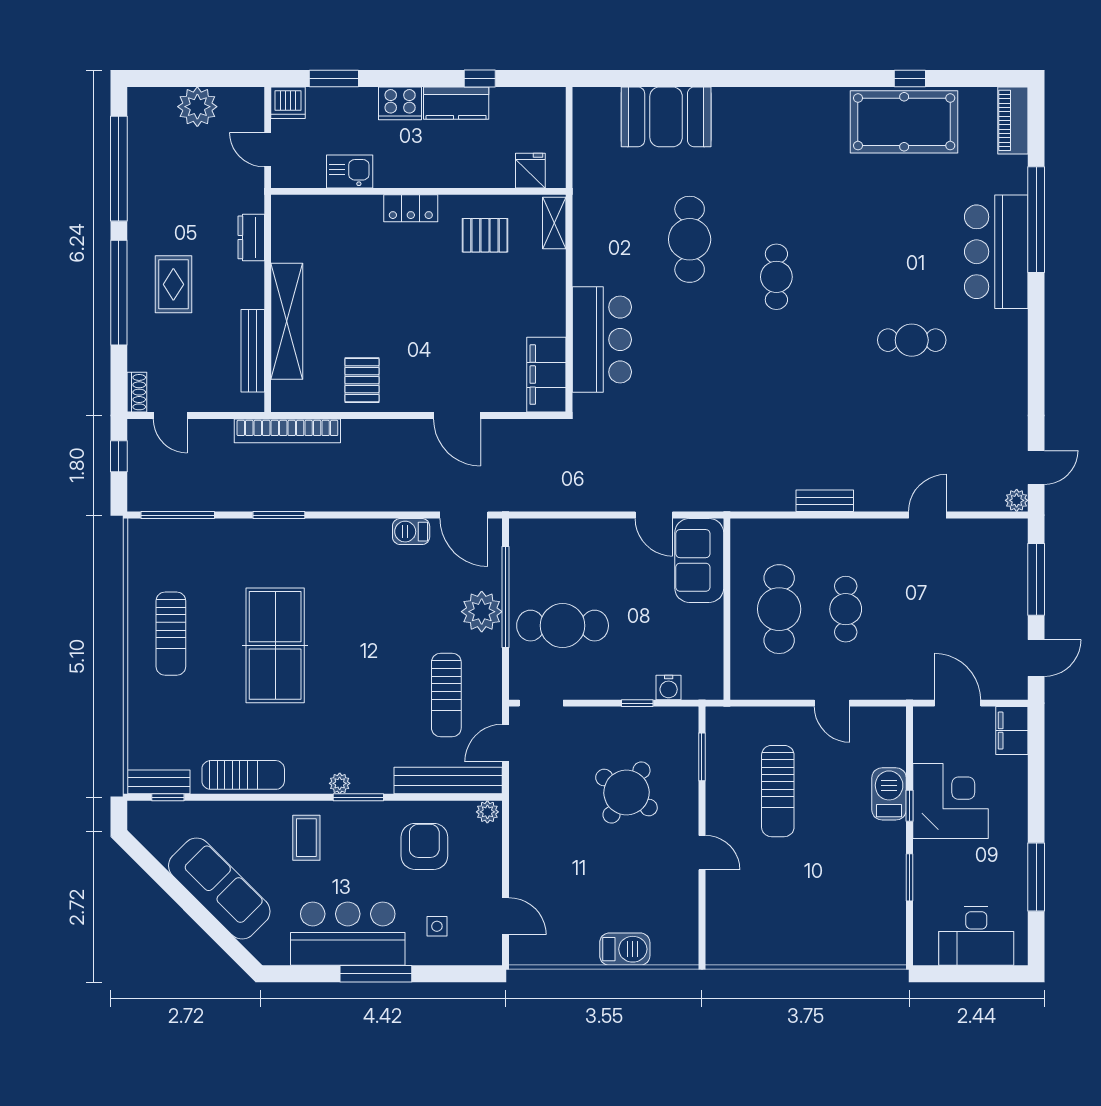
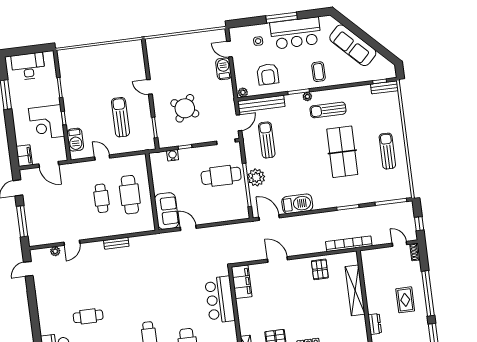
bench: (253, 351) -> (368, 276), removed
plant: (1017, 500) -> (55, 251), moved
barbecue: (411, 532) -> (297, 204), width x1.88, depth x1.53
sun lounger: (243, 775) -> (328, 110), moved
barbecue: (889, 794) -> (75, 140), moved
barbecue: (625, 949) -> (224, 69), moved, turned 90

